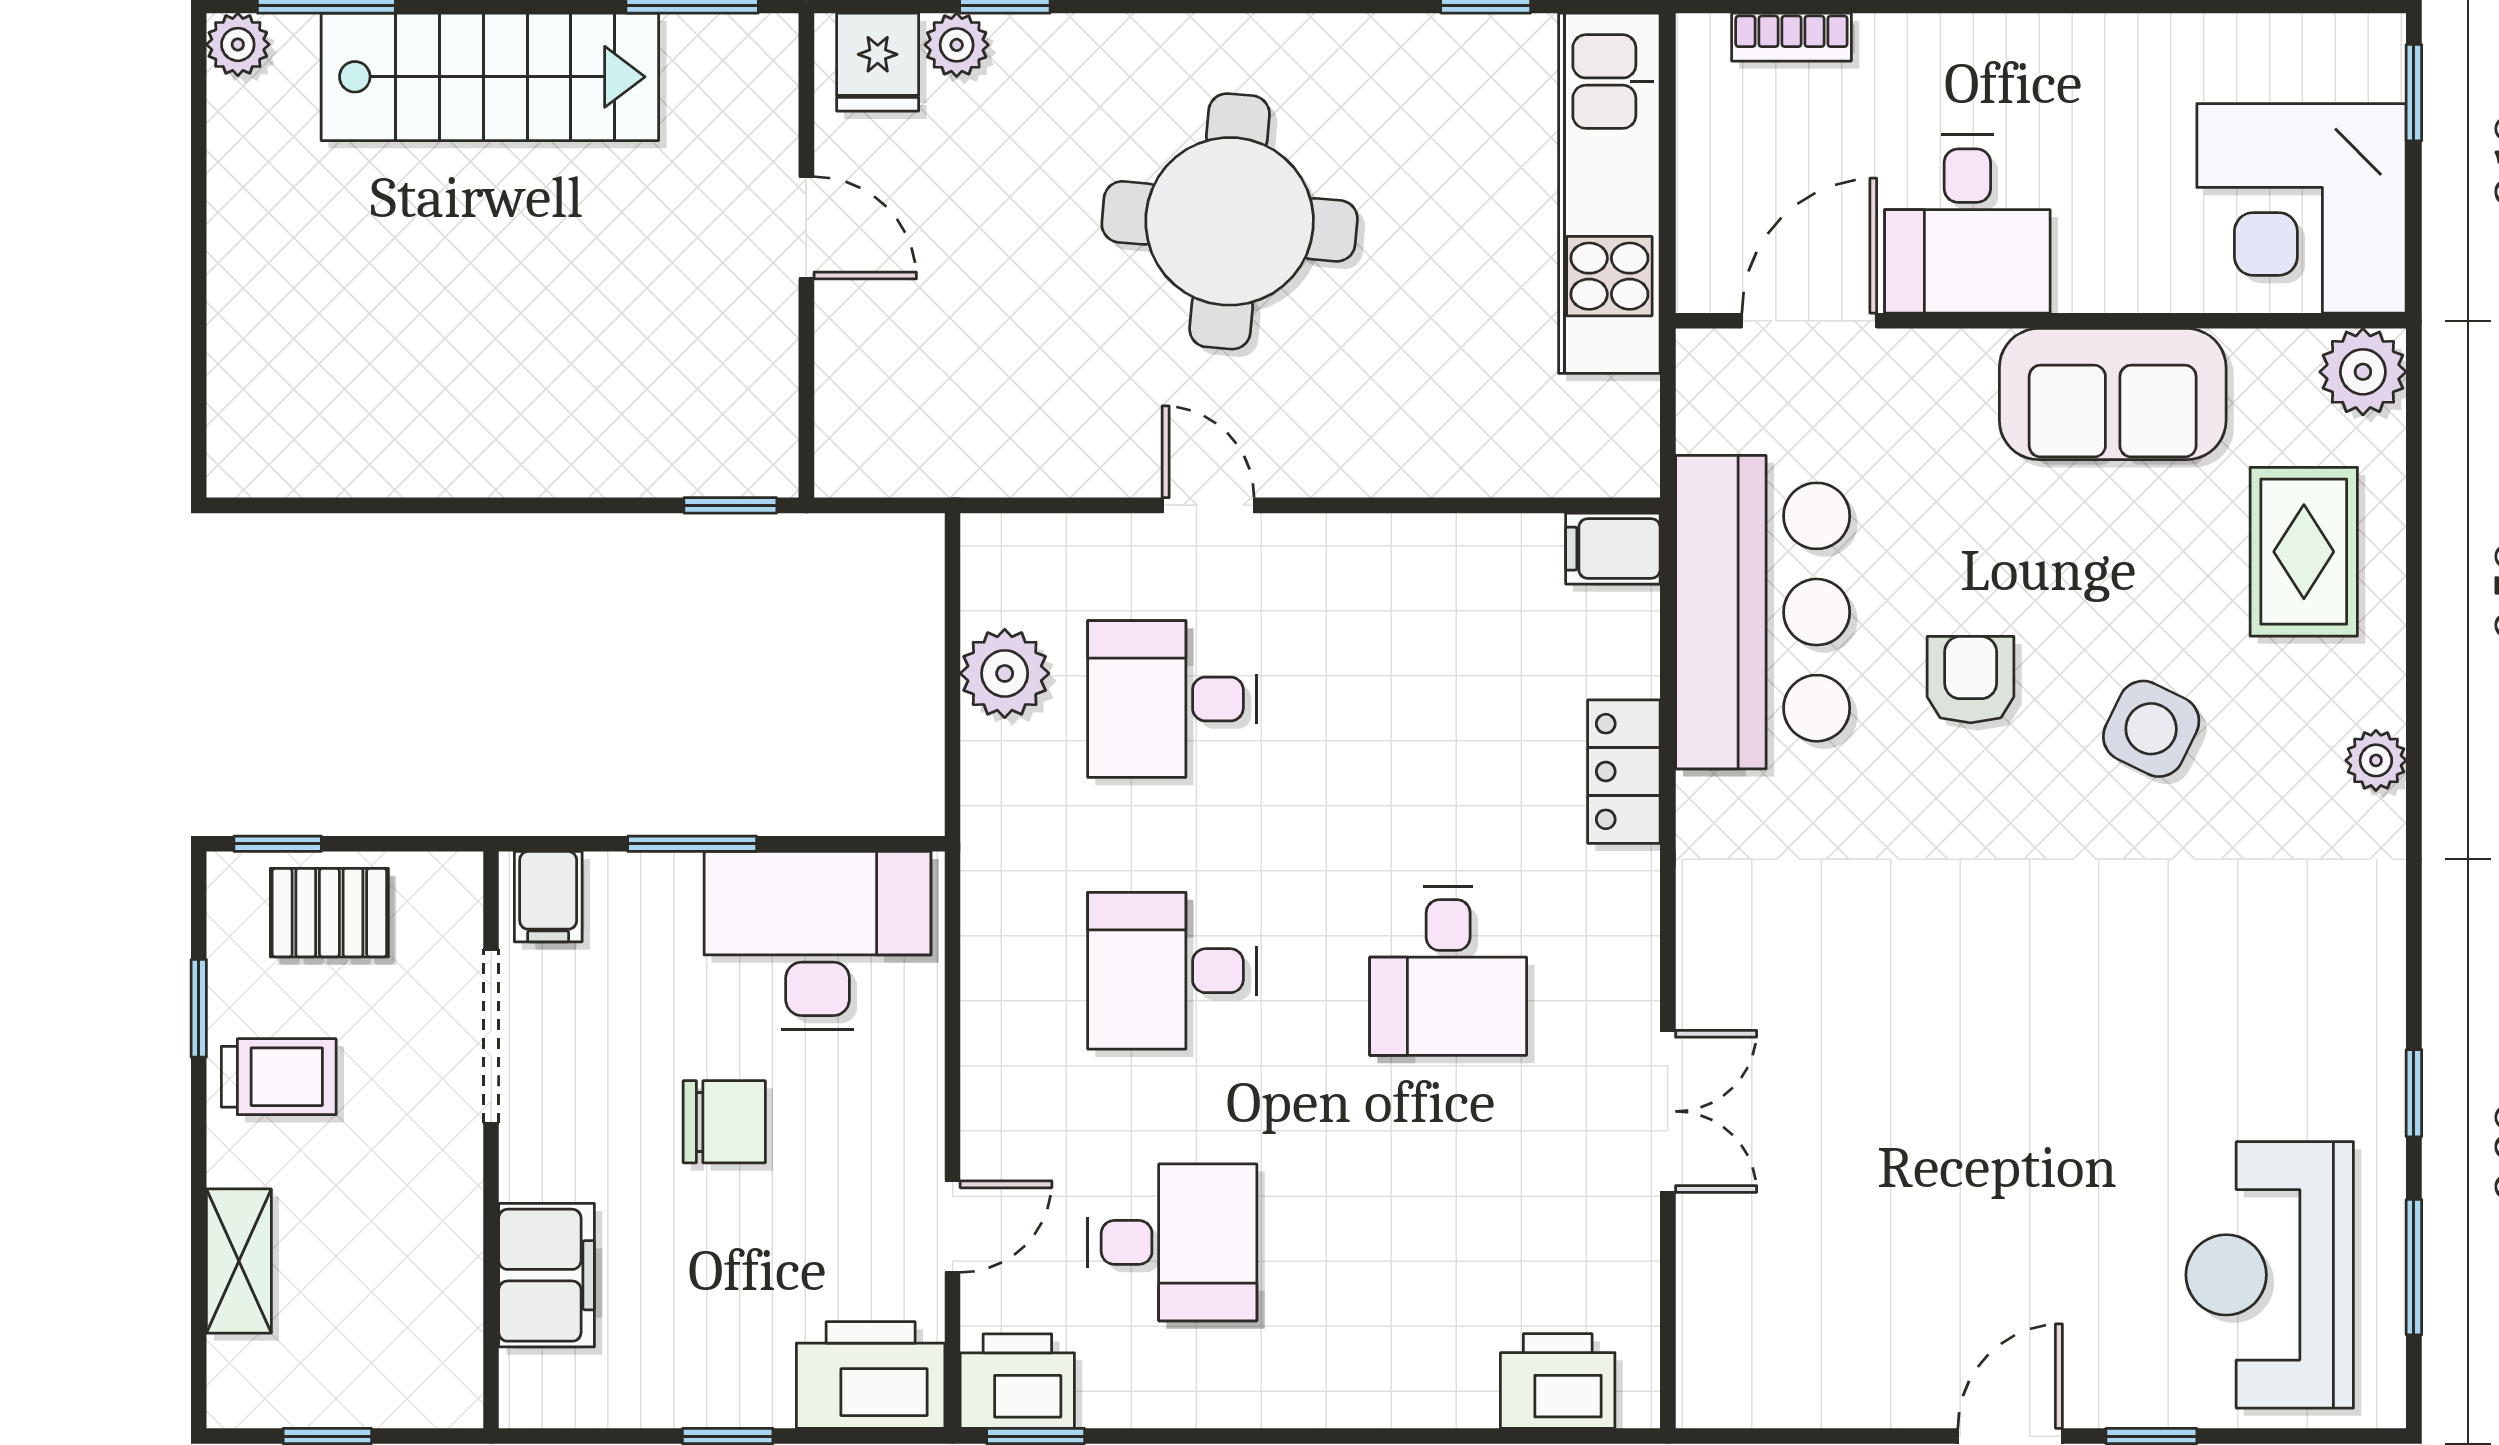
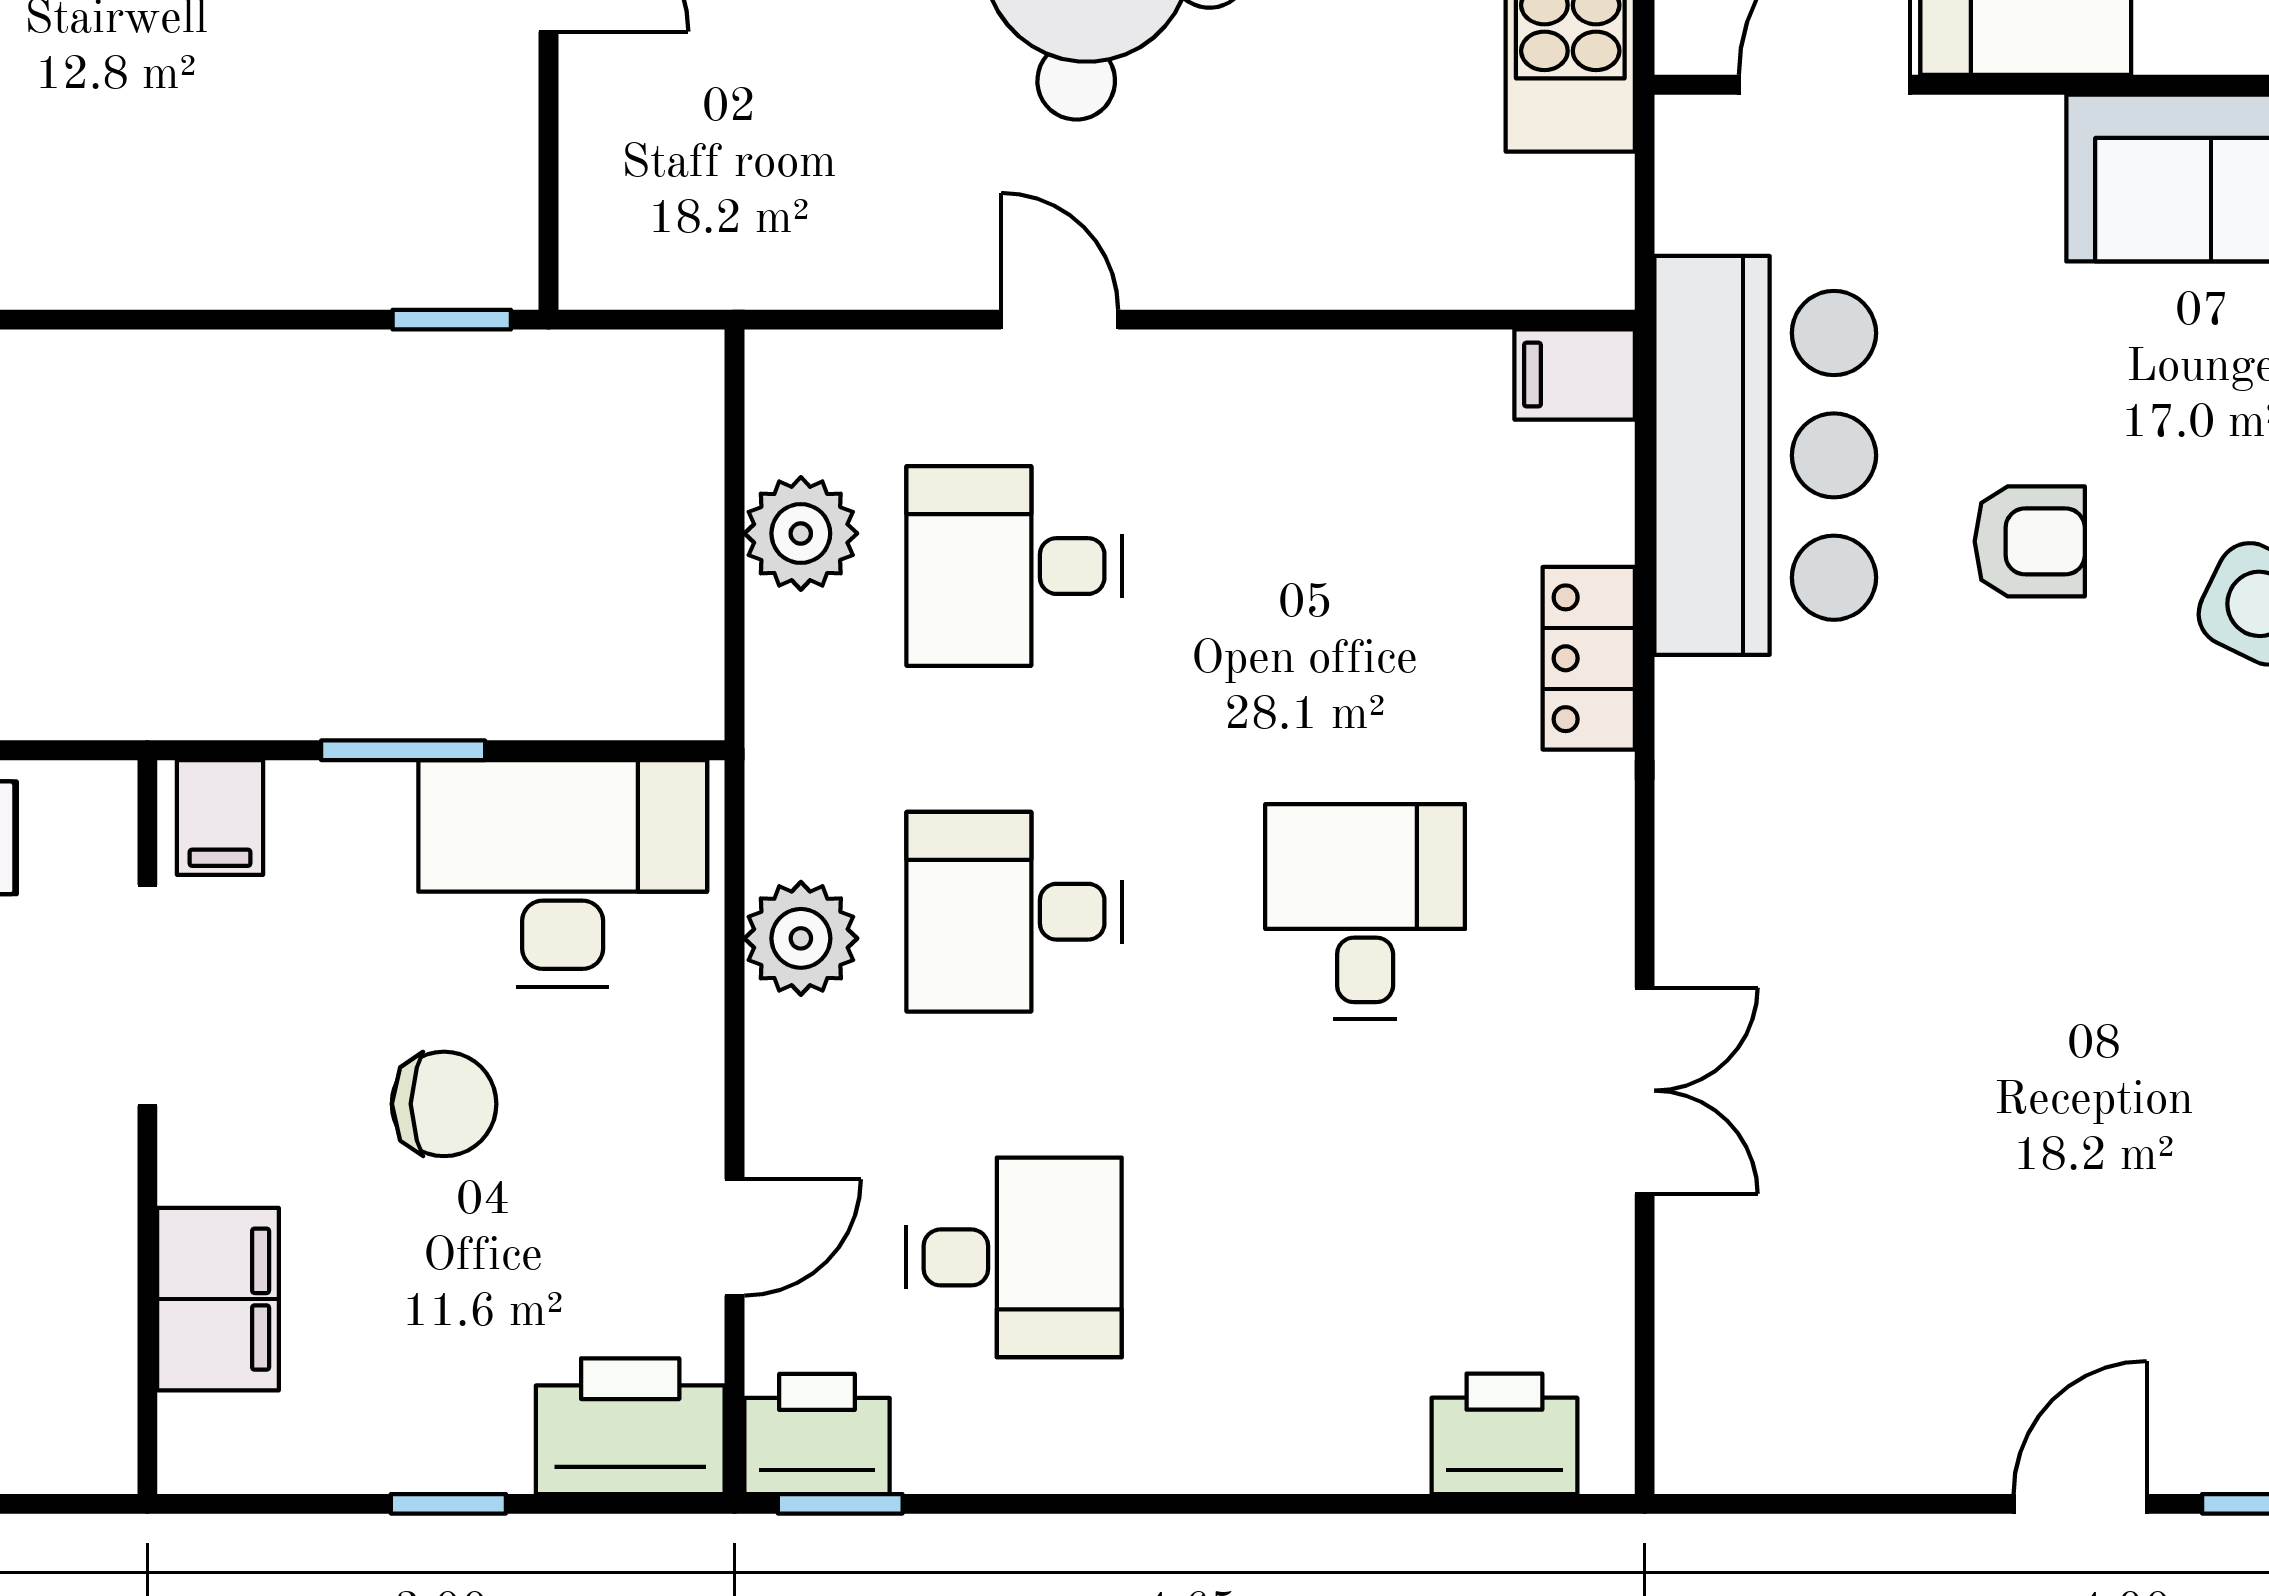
armchair: (1971, 680) -> (2030, 541), turned 90
desk: (1448, 971) -> (1365, 912), turned 180
plant: (1005, 992) -> (801, 938), added

